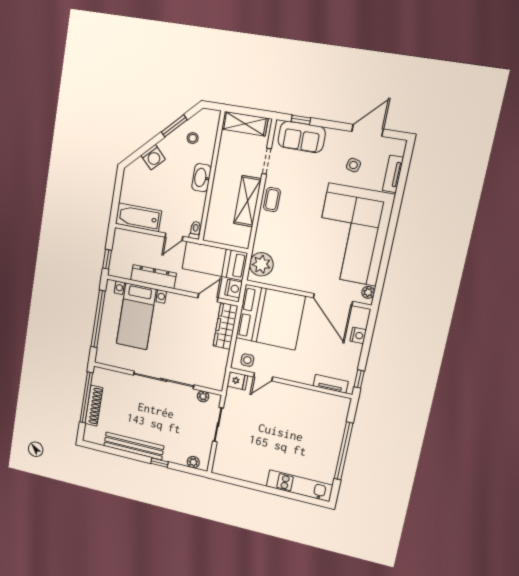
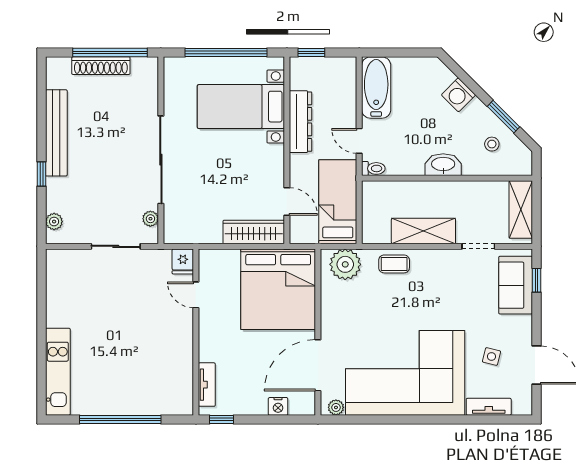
coffee table: (272, 200) -> (394, 264), moved
nightstand: (234, 289) -> (306, 234), removed
side table: (247, 360) -> (214, 270), removed

